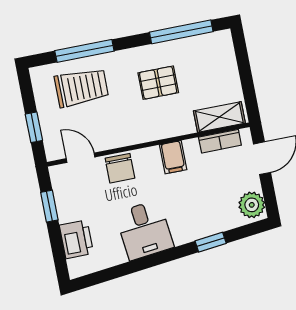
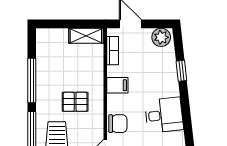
window: (181, 32) -> (32, 81), moved
pallet: (158, 83) -> (75, 102), moved, turned 90
shelving: (219, 117) -> (86, 36), moved, turned 90

